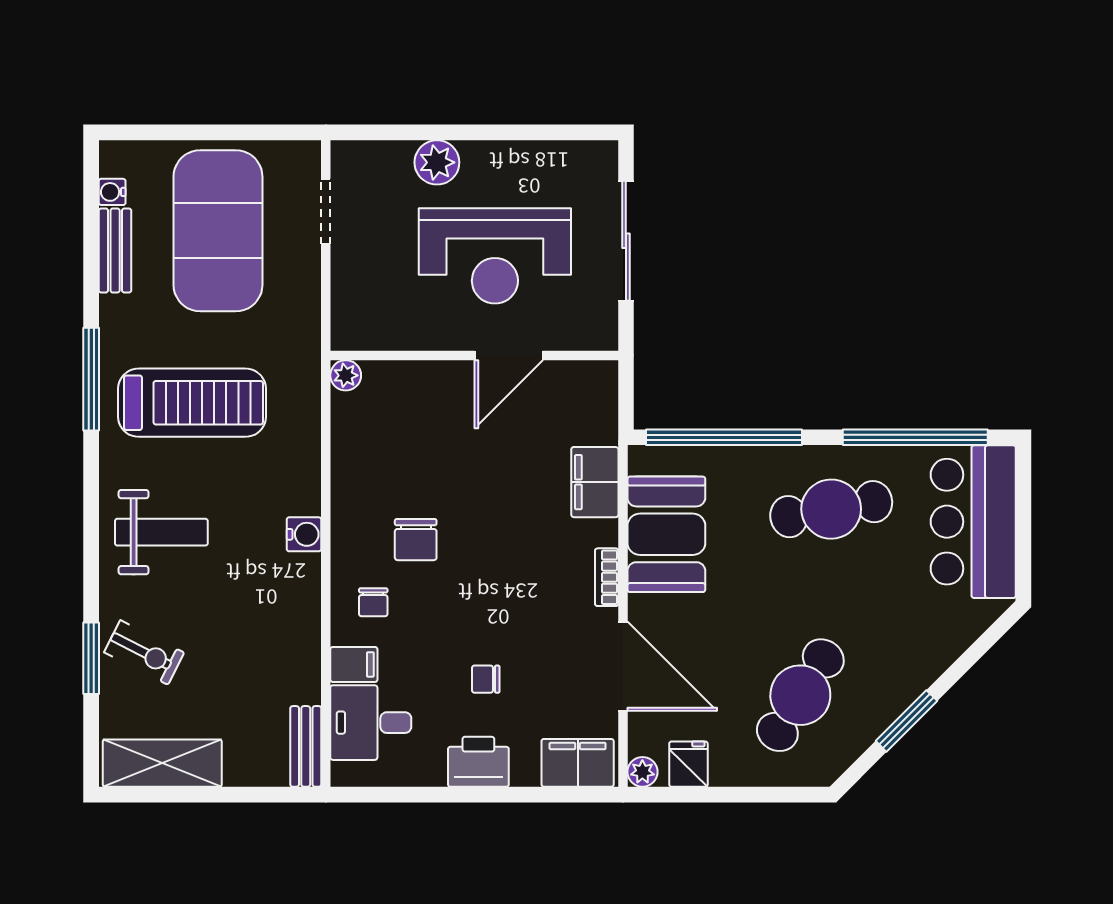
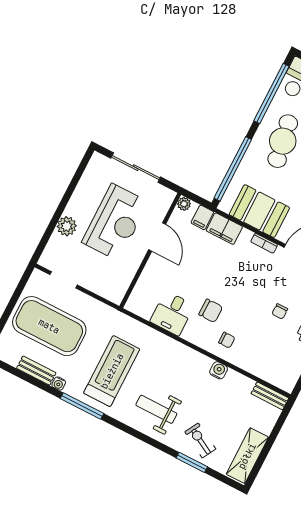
water cooler: (112, 192) -> (59, 384), moved
plant: (346, 375) -> (184, 204), moved
weight bench: (161, 532) -> (156, 409), turned -90
water cooler: (304, 534) -> (219, 370), moved
exercise bike: (144, 652) -> (200, 440), turned -88
filing cabinet: (354, 664) -> (202, 217), moved, turned 180
desk: (371, 723) -> (172, 313), moved

